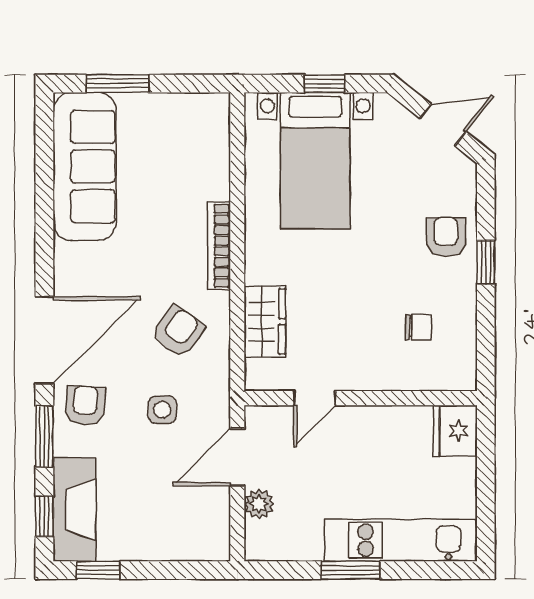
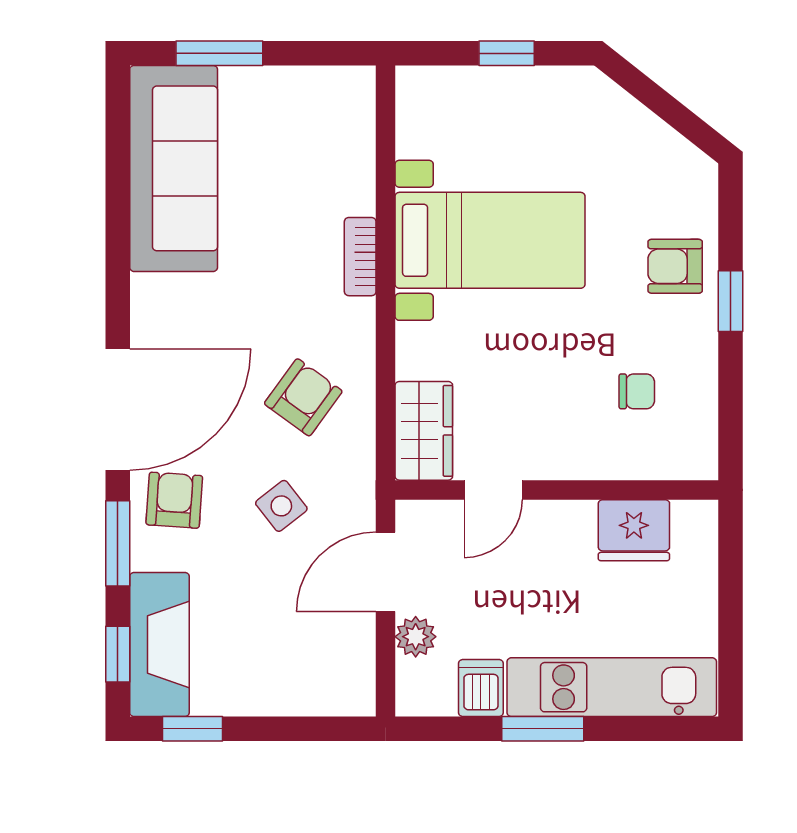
door: (443, 125) -> (671, 111), removed
bed with nightstands: (315, 161) -> (490, 240), moved, turned -90
armchair: (446, 237) -> (675, 266), turned -90
bookcase: (219, 246) -> (360, 257), width x0.64
wardrobe: (265, 321) -> (424, 431), moved
side table: (162, 410) -> (281, 506), turned -38
fridge: (455, 431) -> (634, 530), moved, turned -90
dishwasher: (306, 541) -> (481, 688), added

